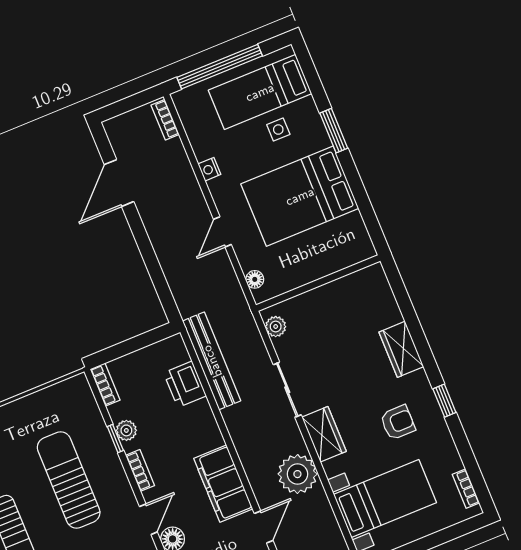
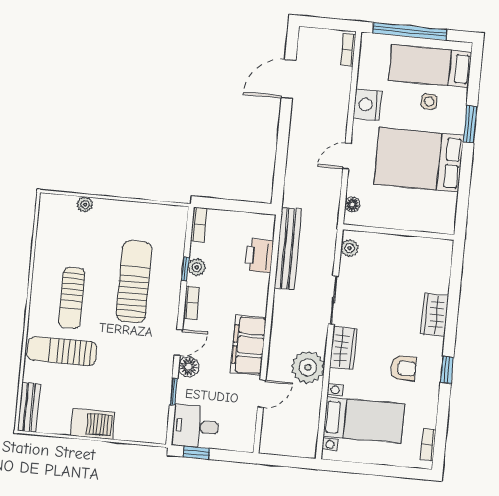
nightstand: (209, 169) -> (368, 105), width x1.89, depth x1.79

